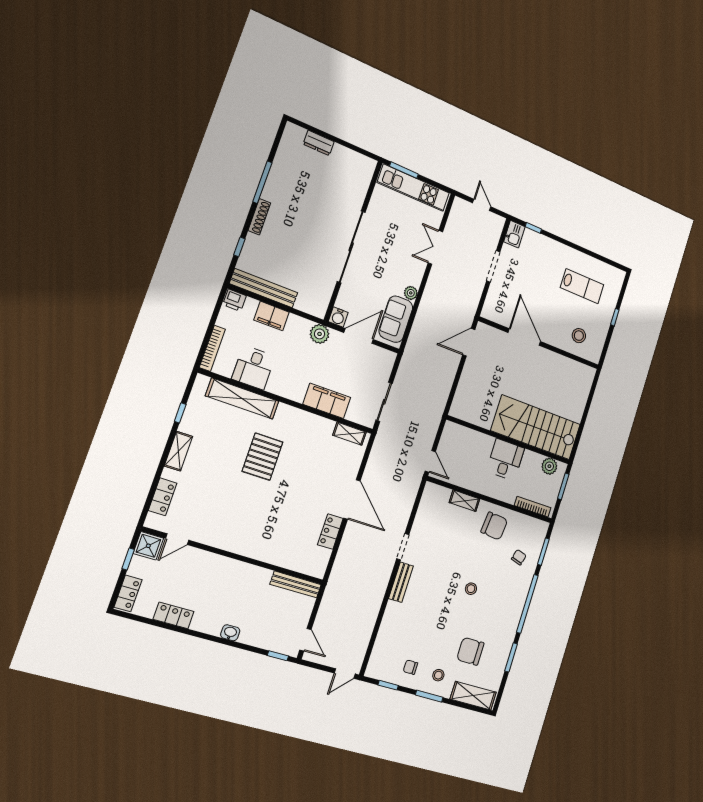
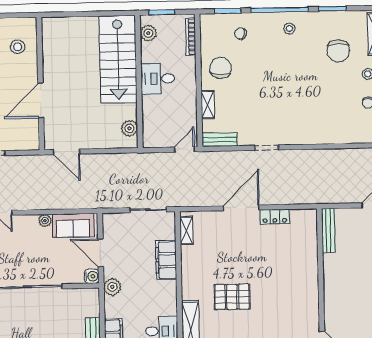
plant: (469, 414) -> (129, 128), added
bench: (401, 582) -> (220, 140), moved
stool: (471, 589) -> (289, 29), moved

